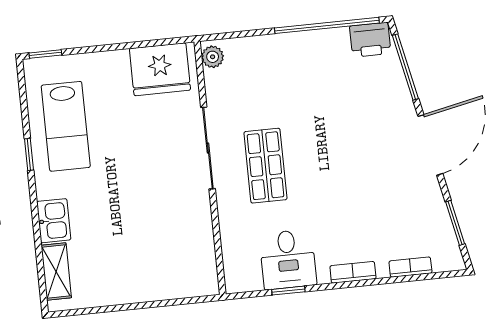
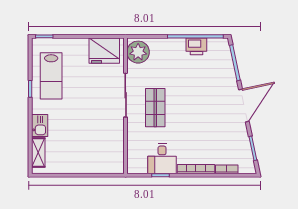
printer: (370, 40) -> (196, 46), moved
plant: (213, 57) -> (138, 52), width x1.87, depth x1.87
bookcase: (353, 272) -> (196, 169), width x1.56

